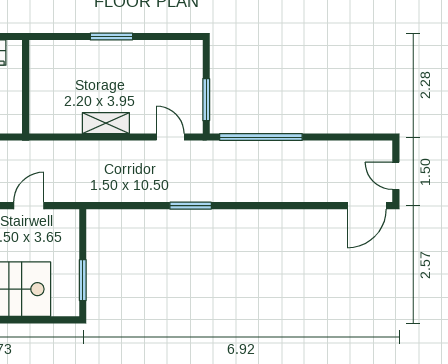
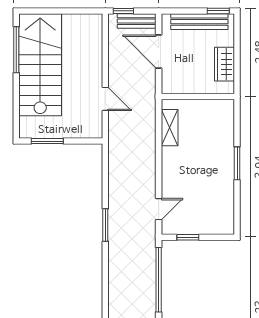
window: (206, 100) -> (188, 237), width x0.67
shelving: (106, 123) -> (170, 128), moved

